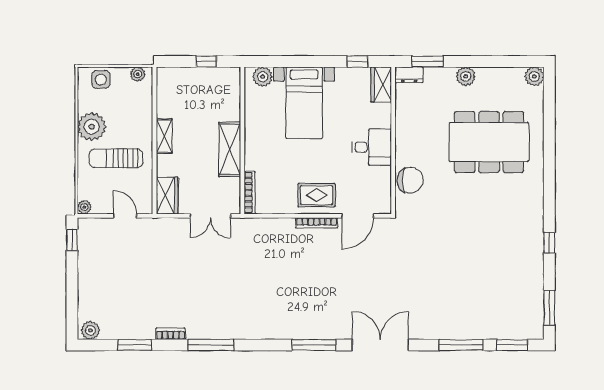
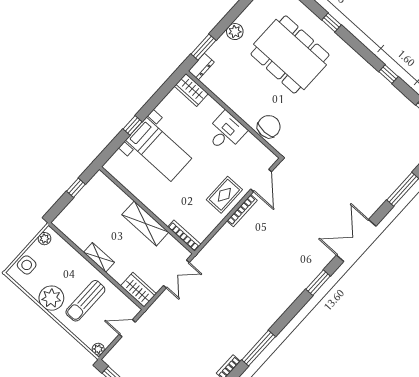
window: (357, 61) -> (132, 125), moved
plant: (263, 77) -> (118, 161), removed
dining table: (489, 142) -> (290, 54), turned 90
window: (549, 153) -> (332, 22), added
window: (314, 345) -> (318, 283), width x0.69

